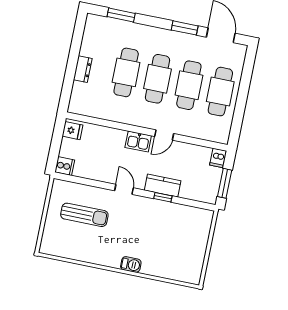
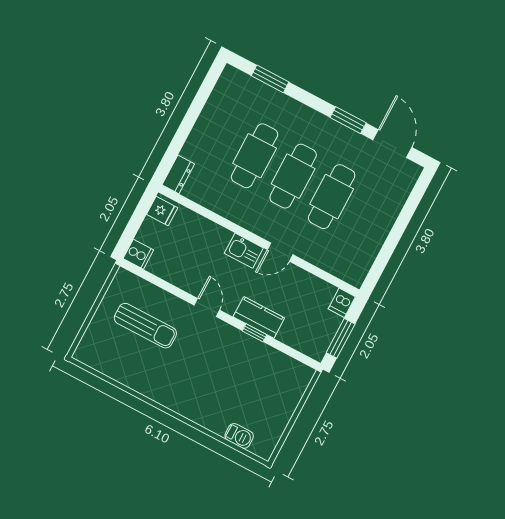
dresser: (83, 69) -> (178, 174), moved
cafe table: (220, 92) -> (370, 217), removed
barbecue: (131, 264) -> (239, 436), moved

